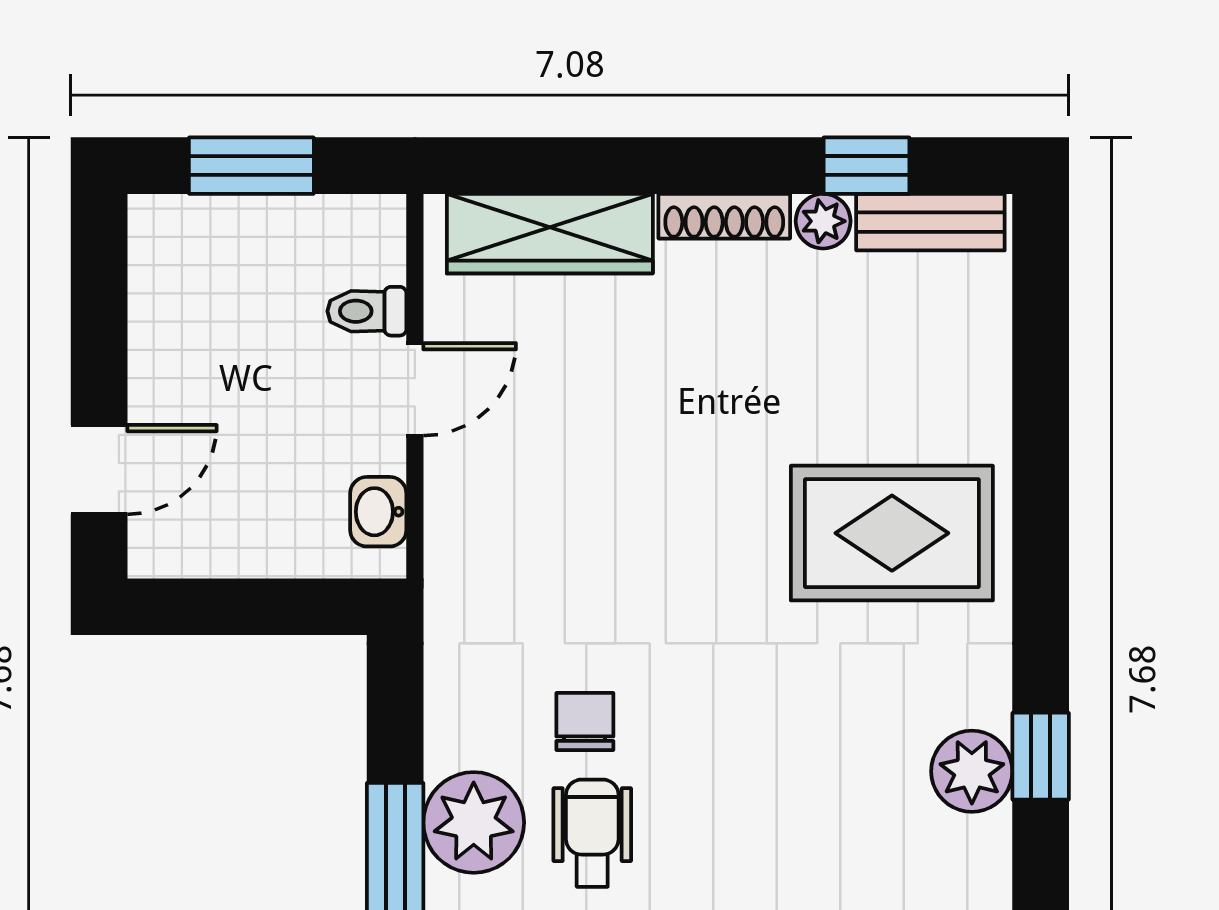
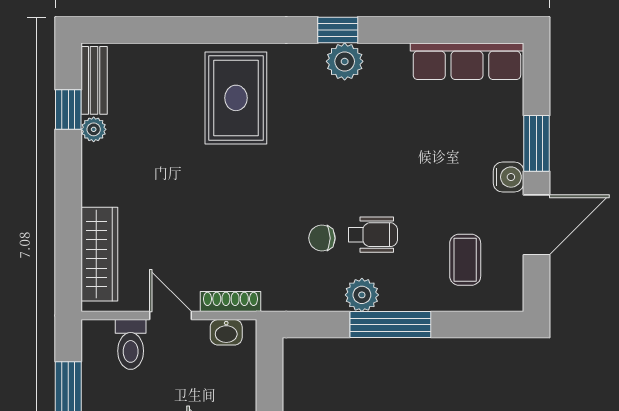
shoe rack: (724, 216) -> (231, 302), moved, turned -90
toilet: (367, 311) -> (131, 344), width x1.37, depth x1.39
plant: (474, 822) -> (362, 295), width x0.73, depth x0.73
wheelchair: (592, 833) -> (373, 235), turned 180

